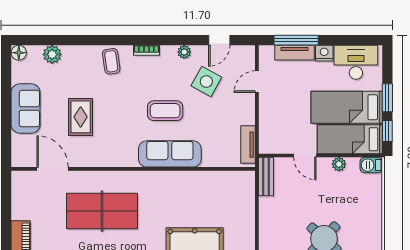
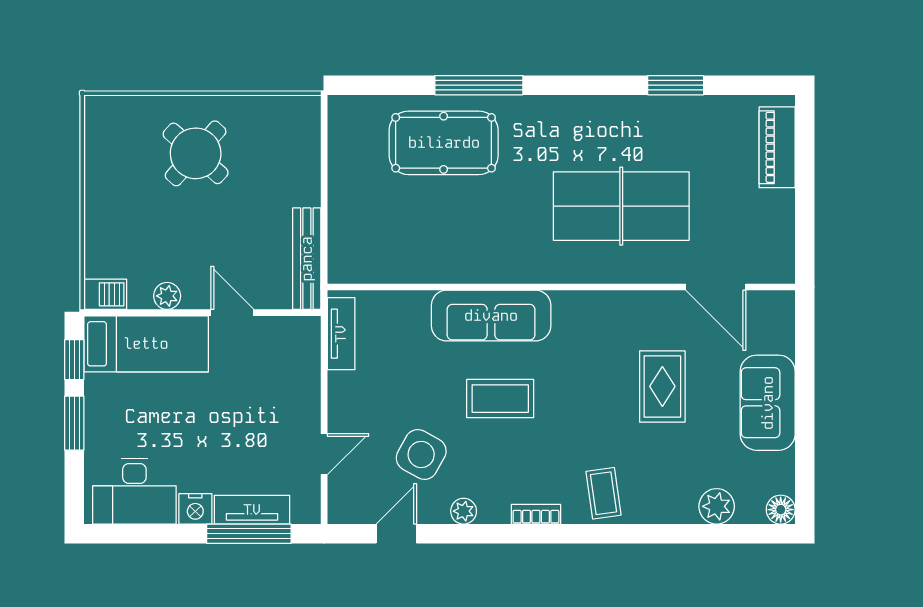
bed: (347, 107) -> (152, 405), removed
bench: (266, 177) -> (307, 259), width x1.36

